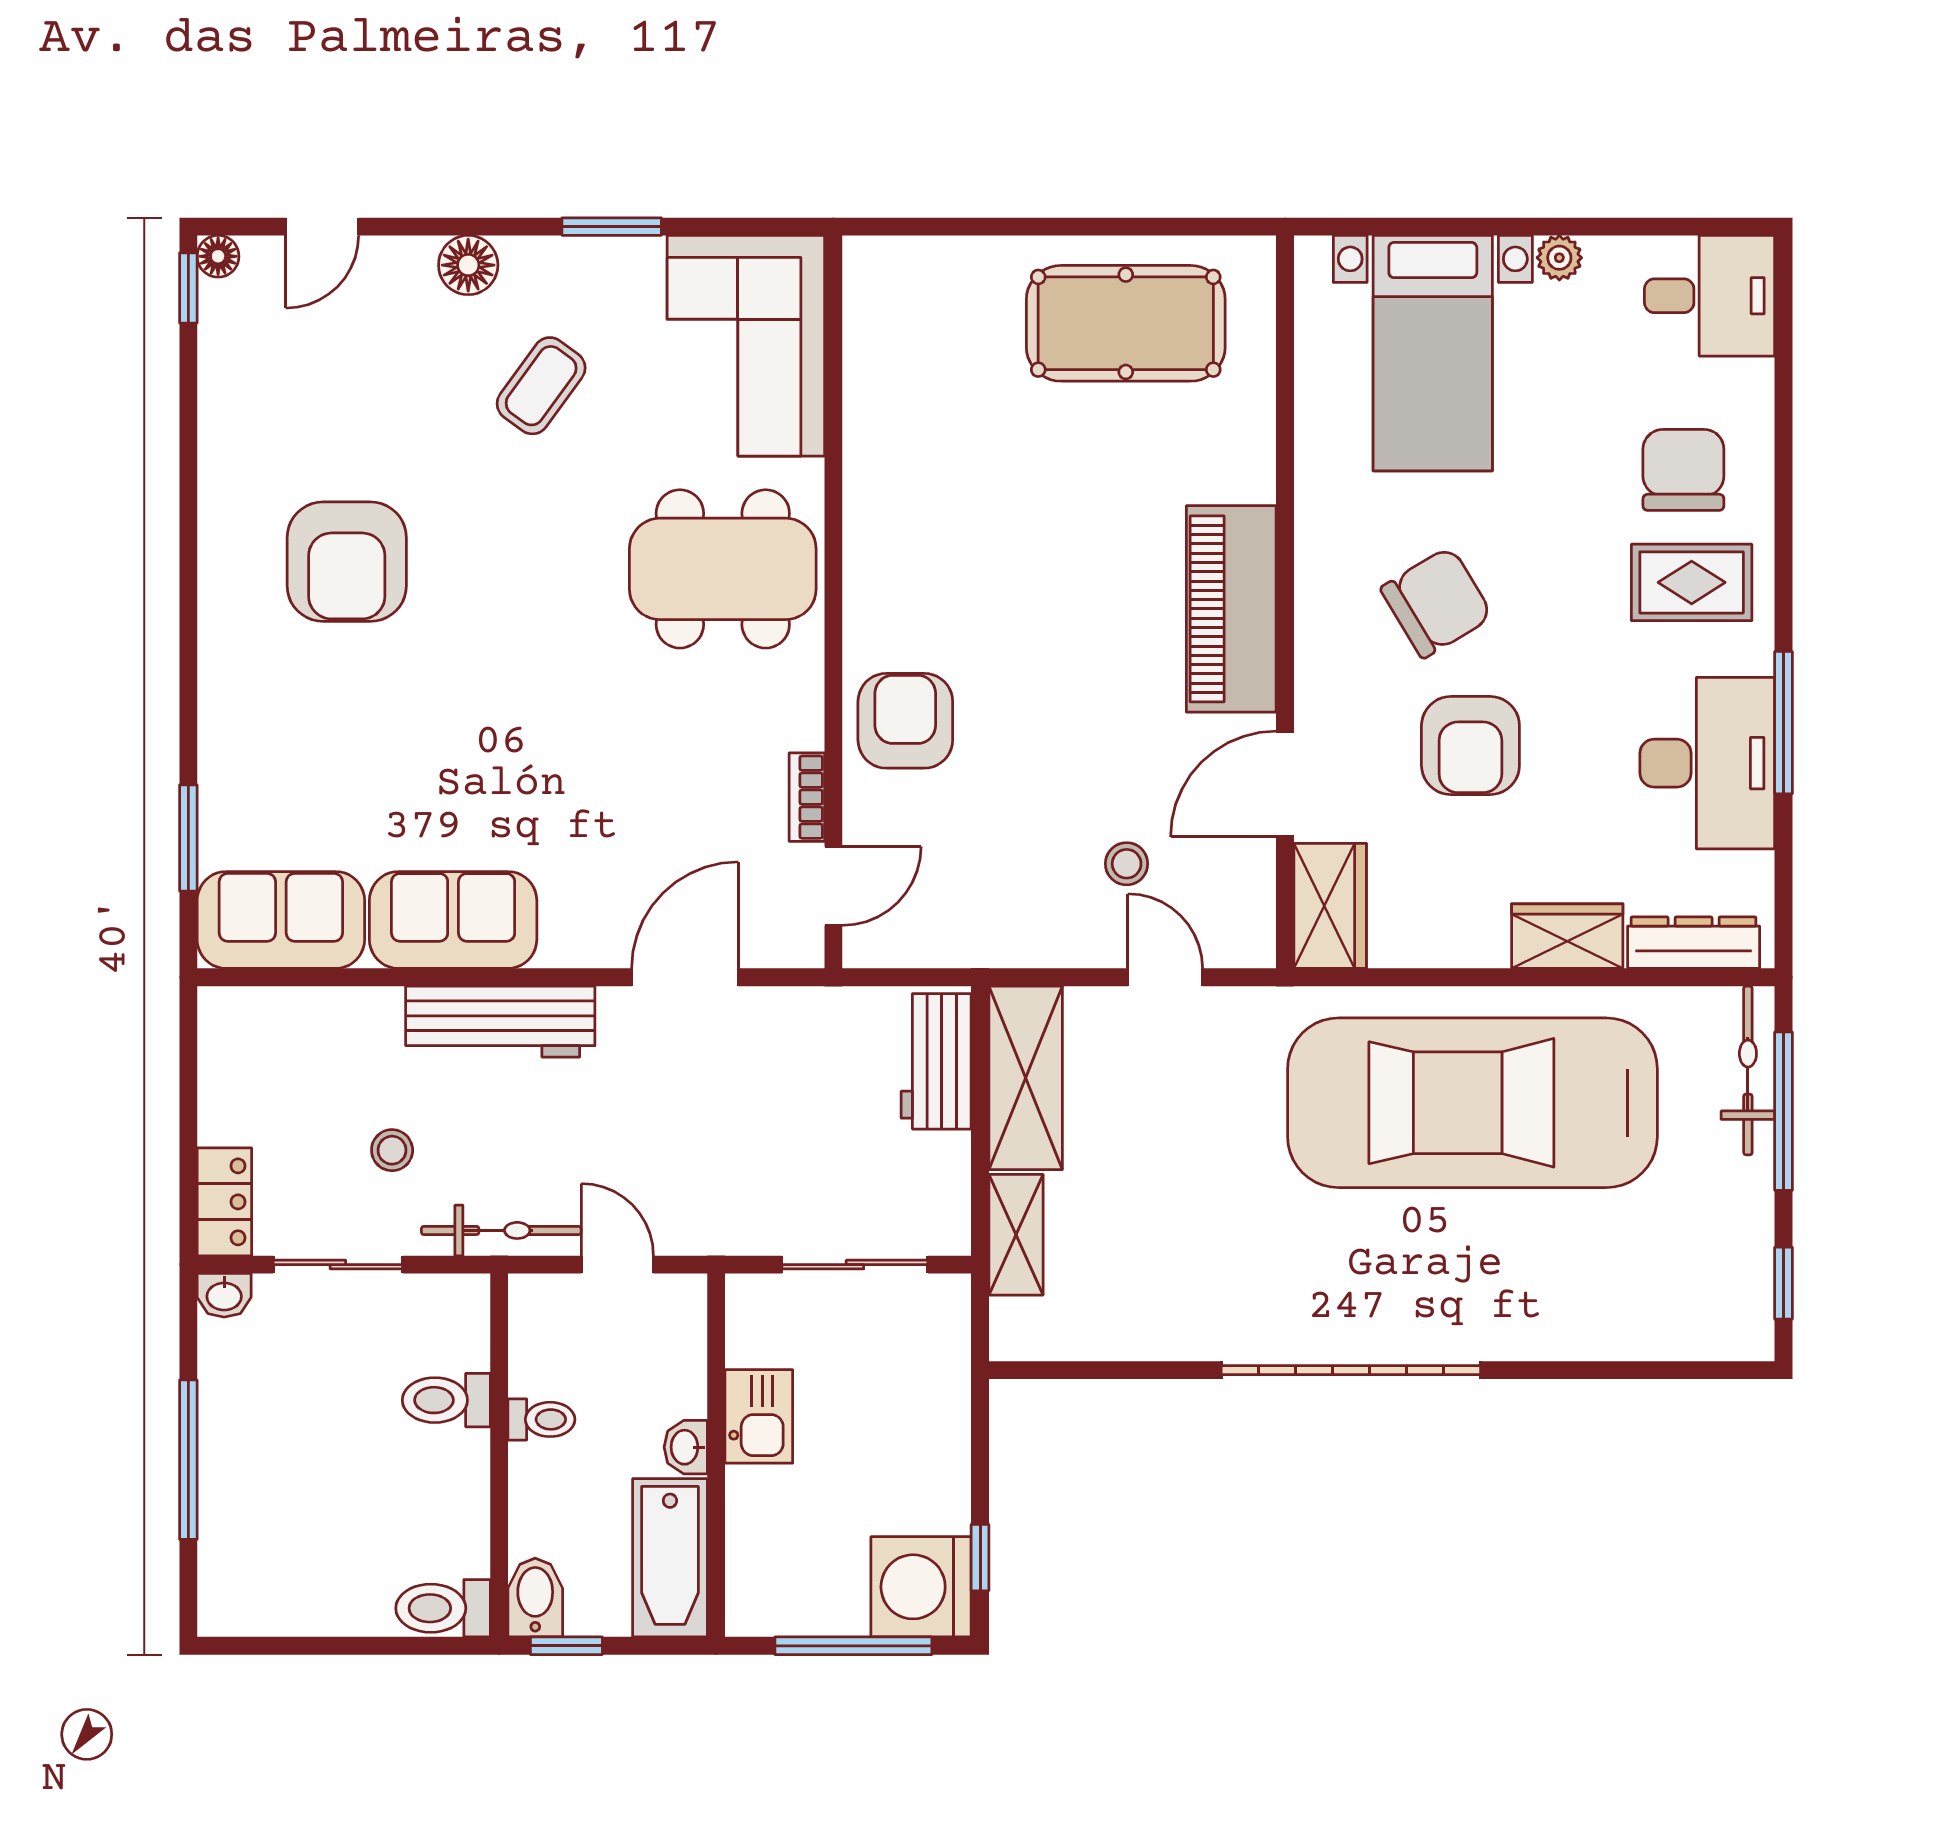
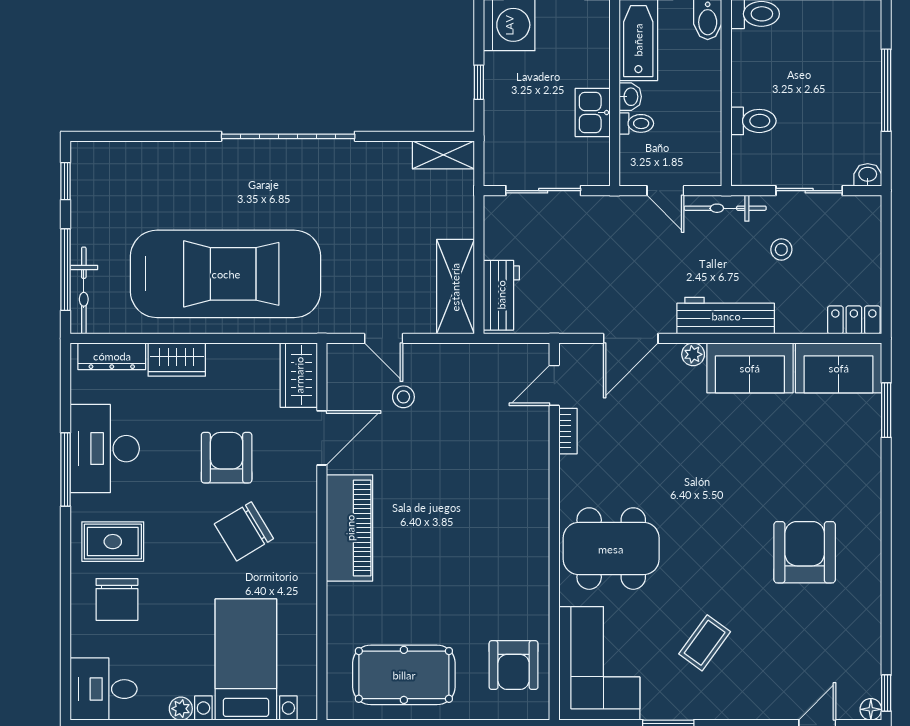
floor lamp: (468, 265) -> (742, 705), removed
armchair: (905, 721) -> (514, 665), moved
plant: (564, 946) -> (693, 354), added
locker: (224, 1202) -> (854, 320), moved, turned 90
shelving: (1016, 1235) -> (443, 155), moved, turned 90
toilet: (541, 1419) -> (636, 123), moved, turned 180
window: (980, 1558) -> (479, 82), moved

